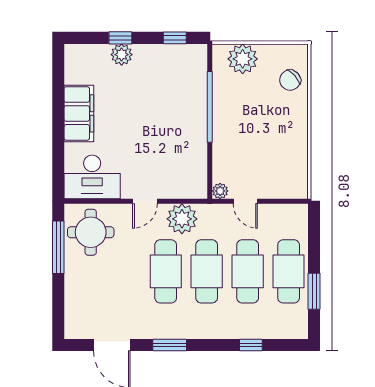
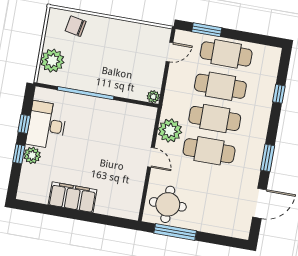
window: (175, 38) -> (24, 124), moved
chair: (290, 80) -> (76, 26), turned 142
desk: (92, 177) -> (47, 125), moved, turned 180
door: (245, 201) -> (170, 52), moved
window: (314, 291) -> (207, 30), moved

